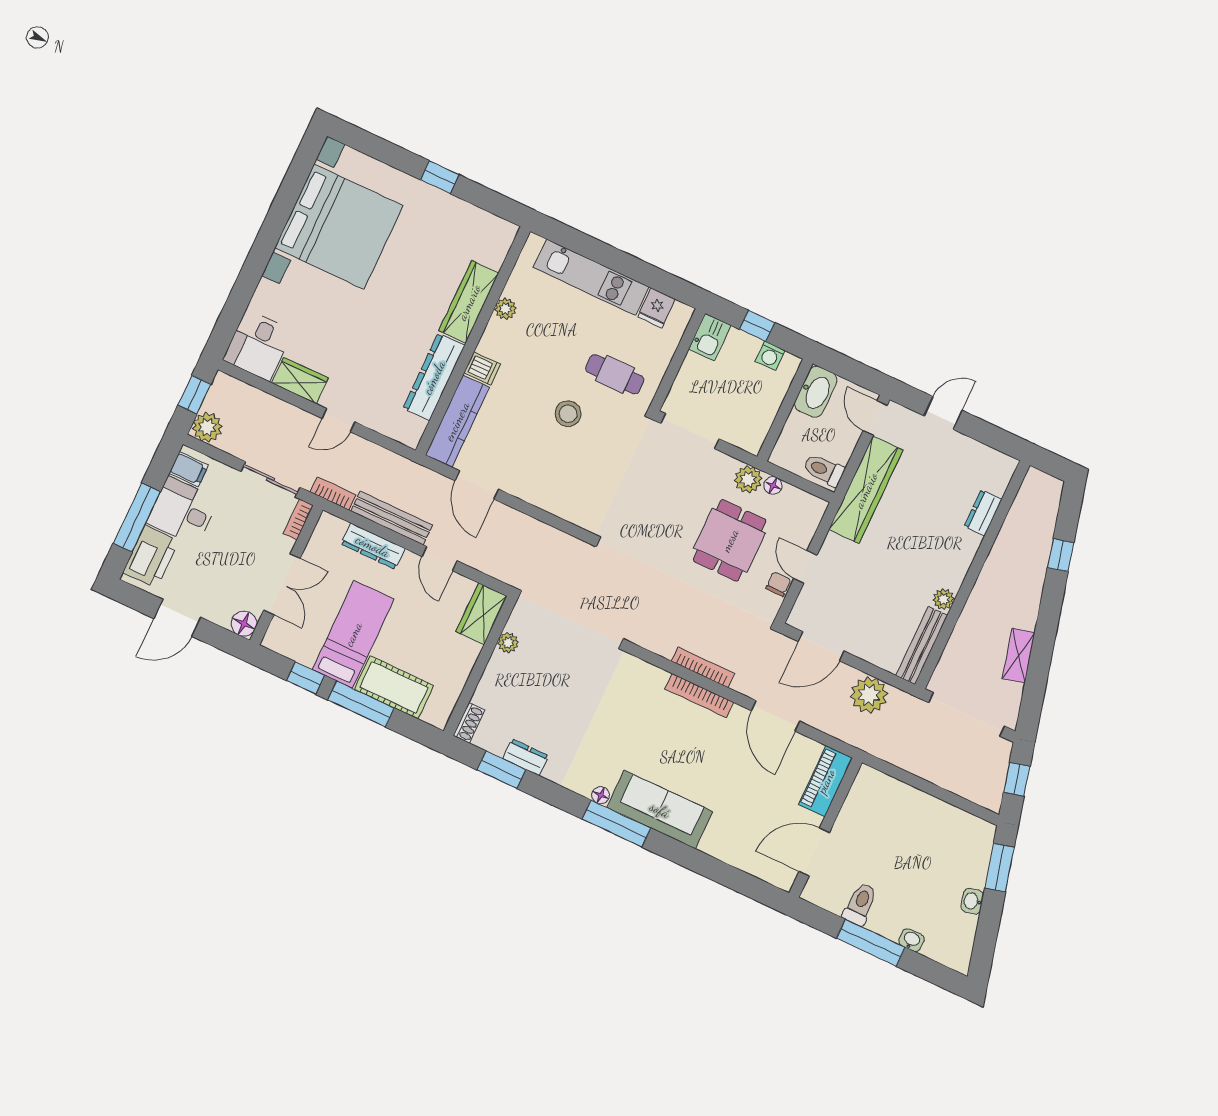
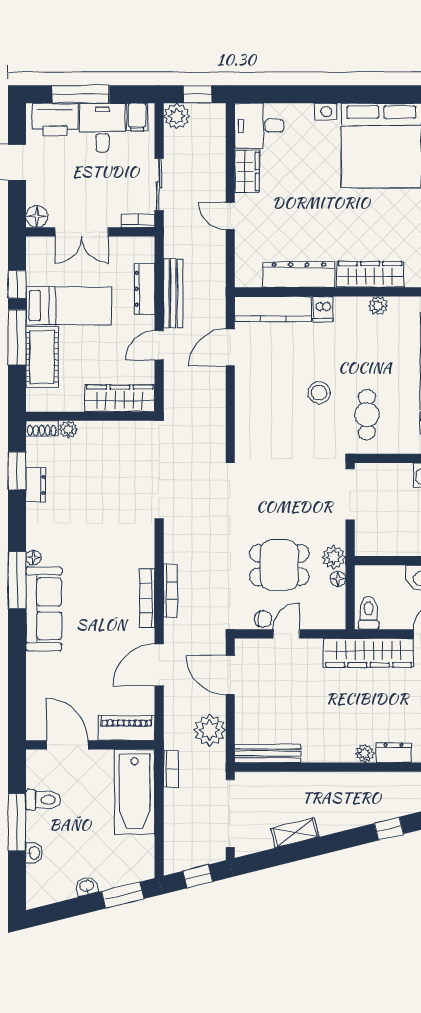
bookcase: (333, 494) -> (171, 769), moved
plant: (944, 599) -> (365, 753), moved
wardrobe: (481, 614) -> (120, 398), width x1.50
plant: (508, 643) -> (68, 430), moved
bathtub: (897, 804) -> (135, 792), added

